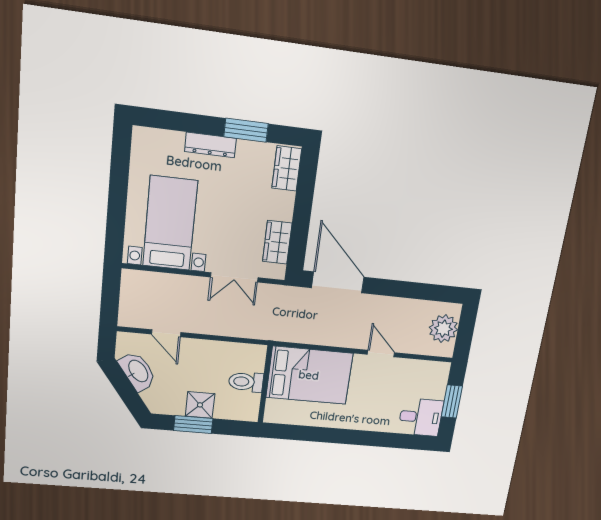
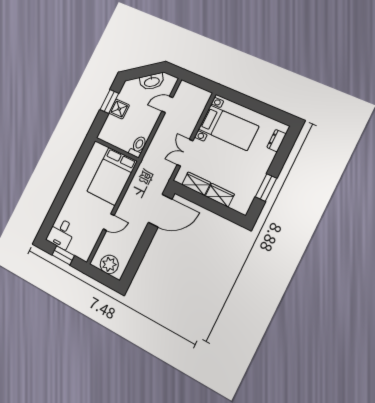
dresser: (210, 145) -> (276, 141), moved, width x0.70
wardrobe: (287, 169) -> (220, 195), moved
toilet: (246, 382) -> (138, 147), moved

